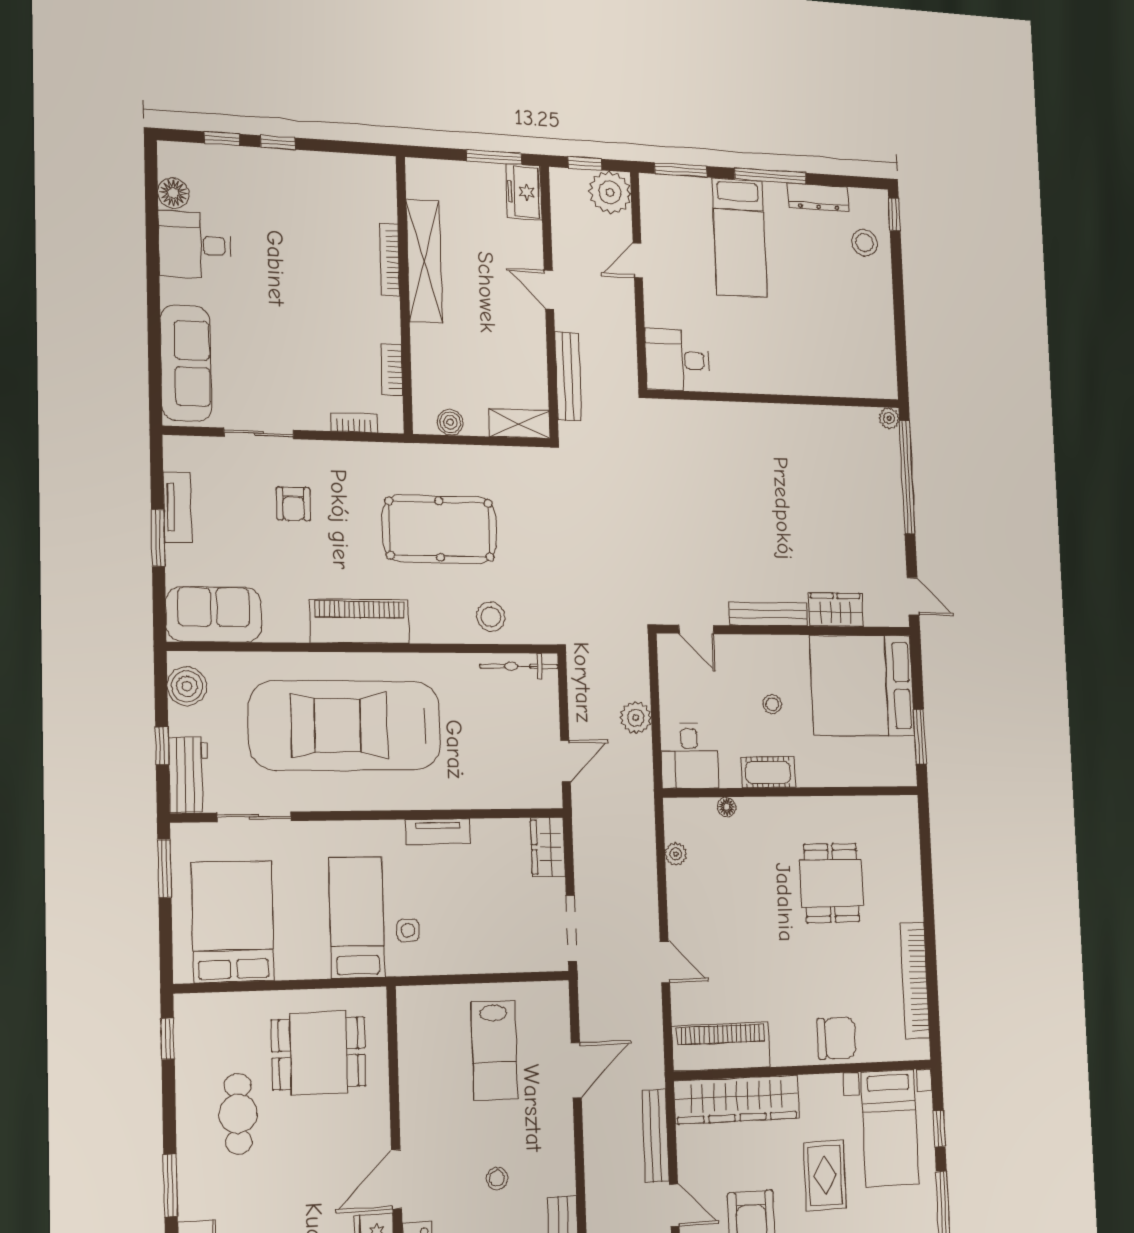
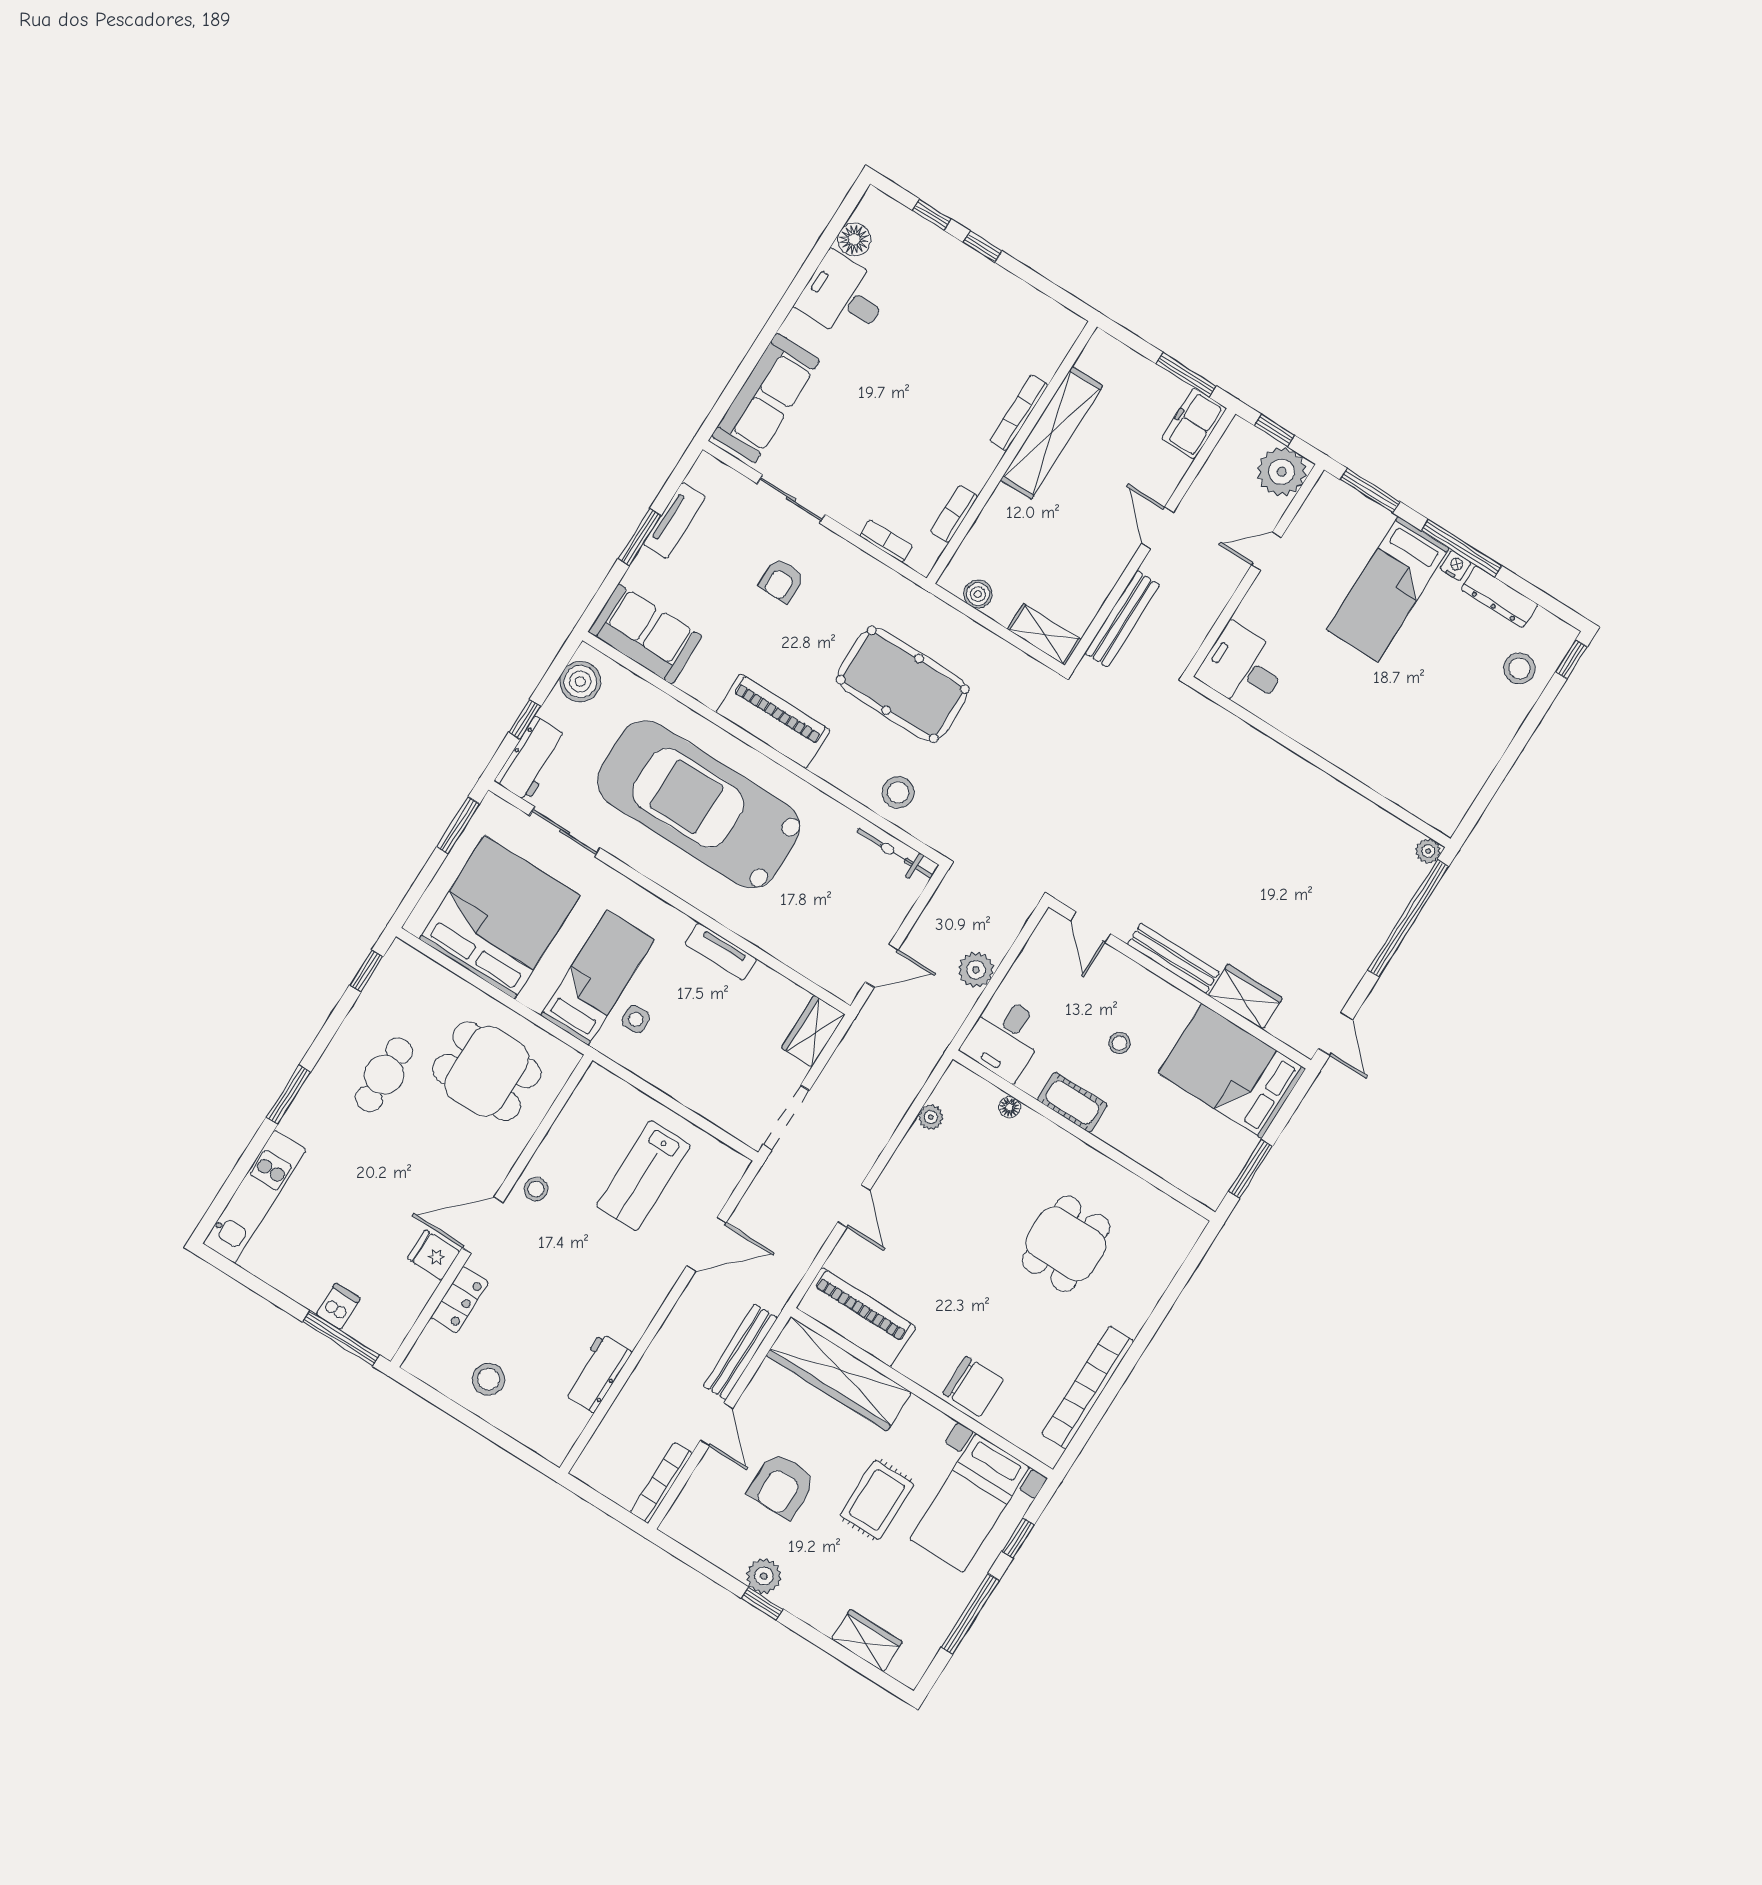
nightstand: (774, 192) -> (1456, 566), added
bed: (862, 685) -> (1232, 1071), width x0.73
bed: (233, 922) -> (500, 917), width x1.36
stool: (497, 1178) -> (536, 1189), moved

